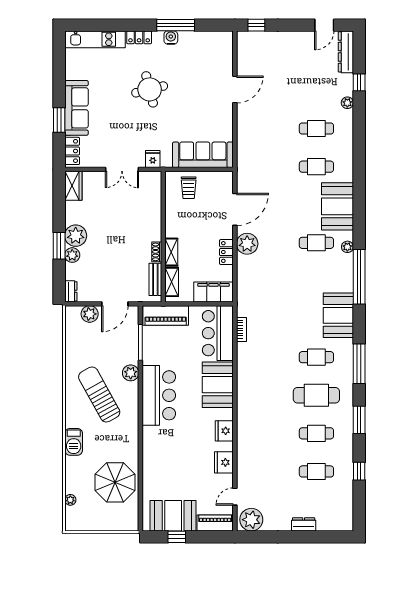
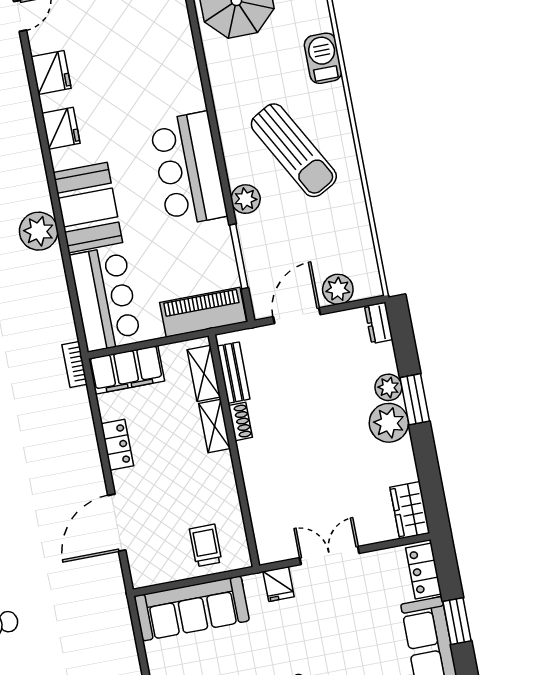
plant: (247, 244) -> (39, 231), moved
bookcase: (241, 329) -> (75, 364), moved

